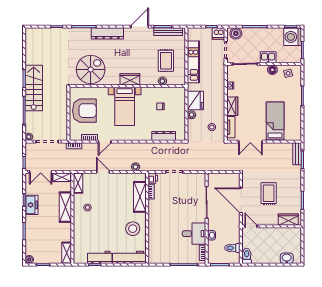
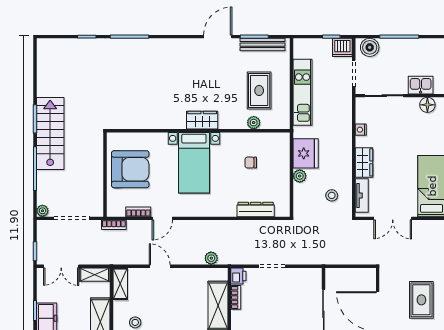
dresser: (107, 33) -> (167, 47), removed
spiral stairs: (91, 70) -> (140, 104), removed

